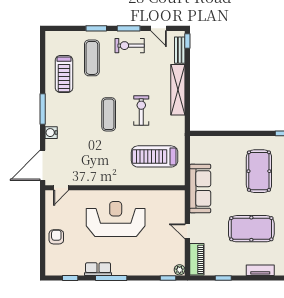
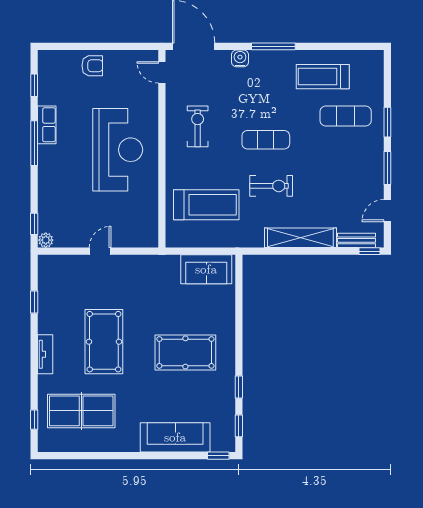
exercise bike: (130, 46) -> (198, 126), moved
treadmill: (155, 156) -> (206, 205), turned 90
sofa: (200, 189) -> (206, 269), moved, width x0.73
piano: (197, 259) -> (61, 265), removed

